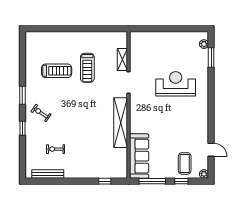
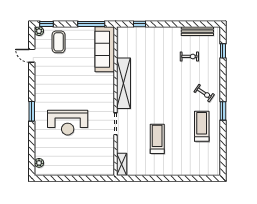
window: (211, 57) -> (32, 111), moved
shelving: (122, 60) -> (122, 164), moved
treadmill: (57, 71) -> (202, 126), moved, turned 90
window: (22, 128) -> (223, 51), moved
window: (181, 181) -> (47, 24), moved

